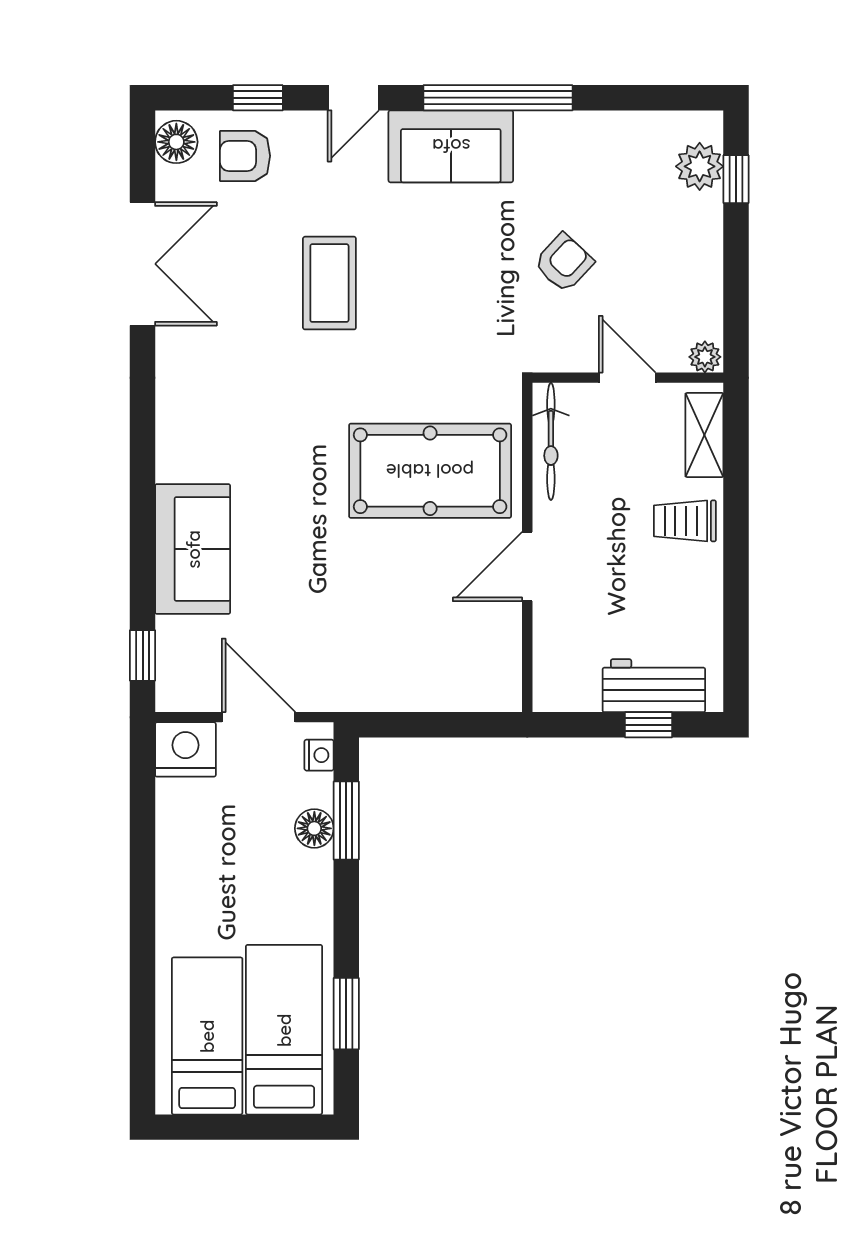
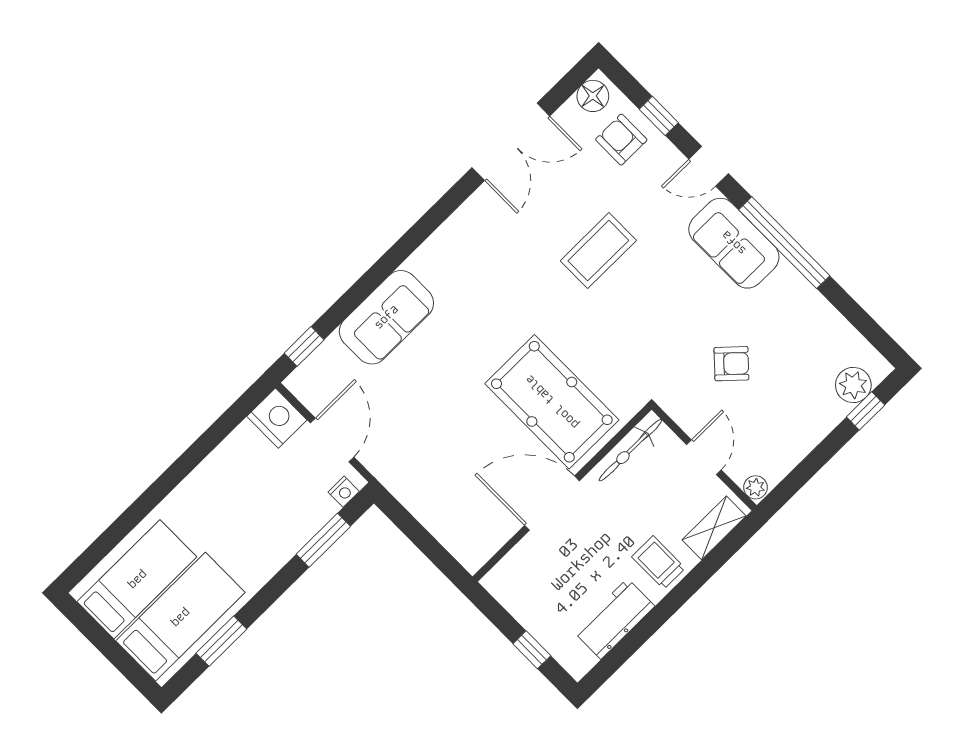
door: (527, 567) -> (552, 503), width x1.36
workbench: (654, 686) -> (614, 619), moved, turned -90
floor lamp: (314, 828) -> (302, 527), removed

